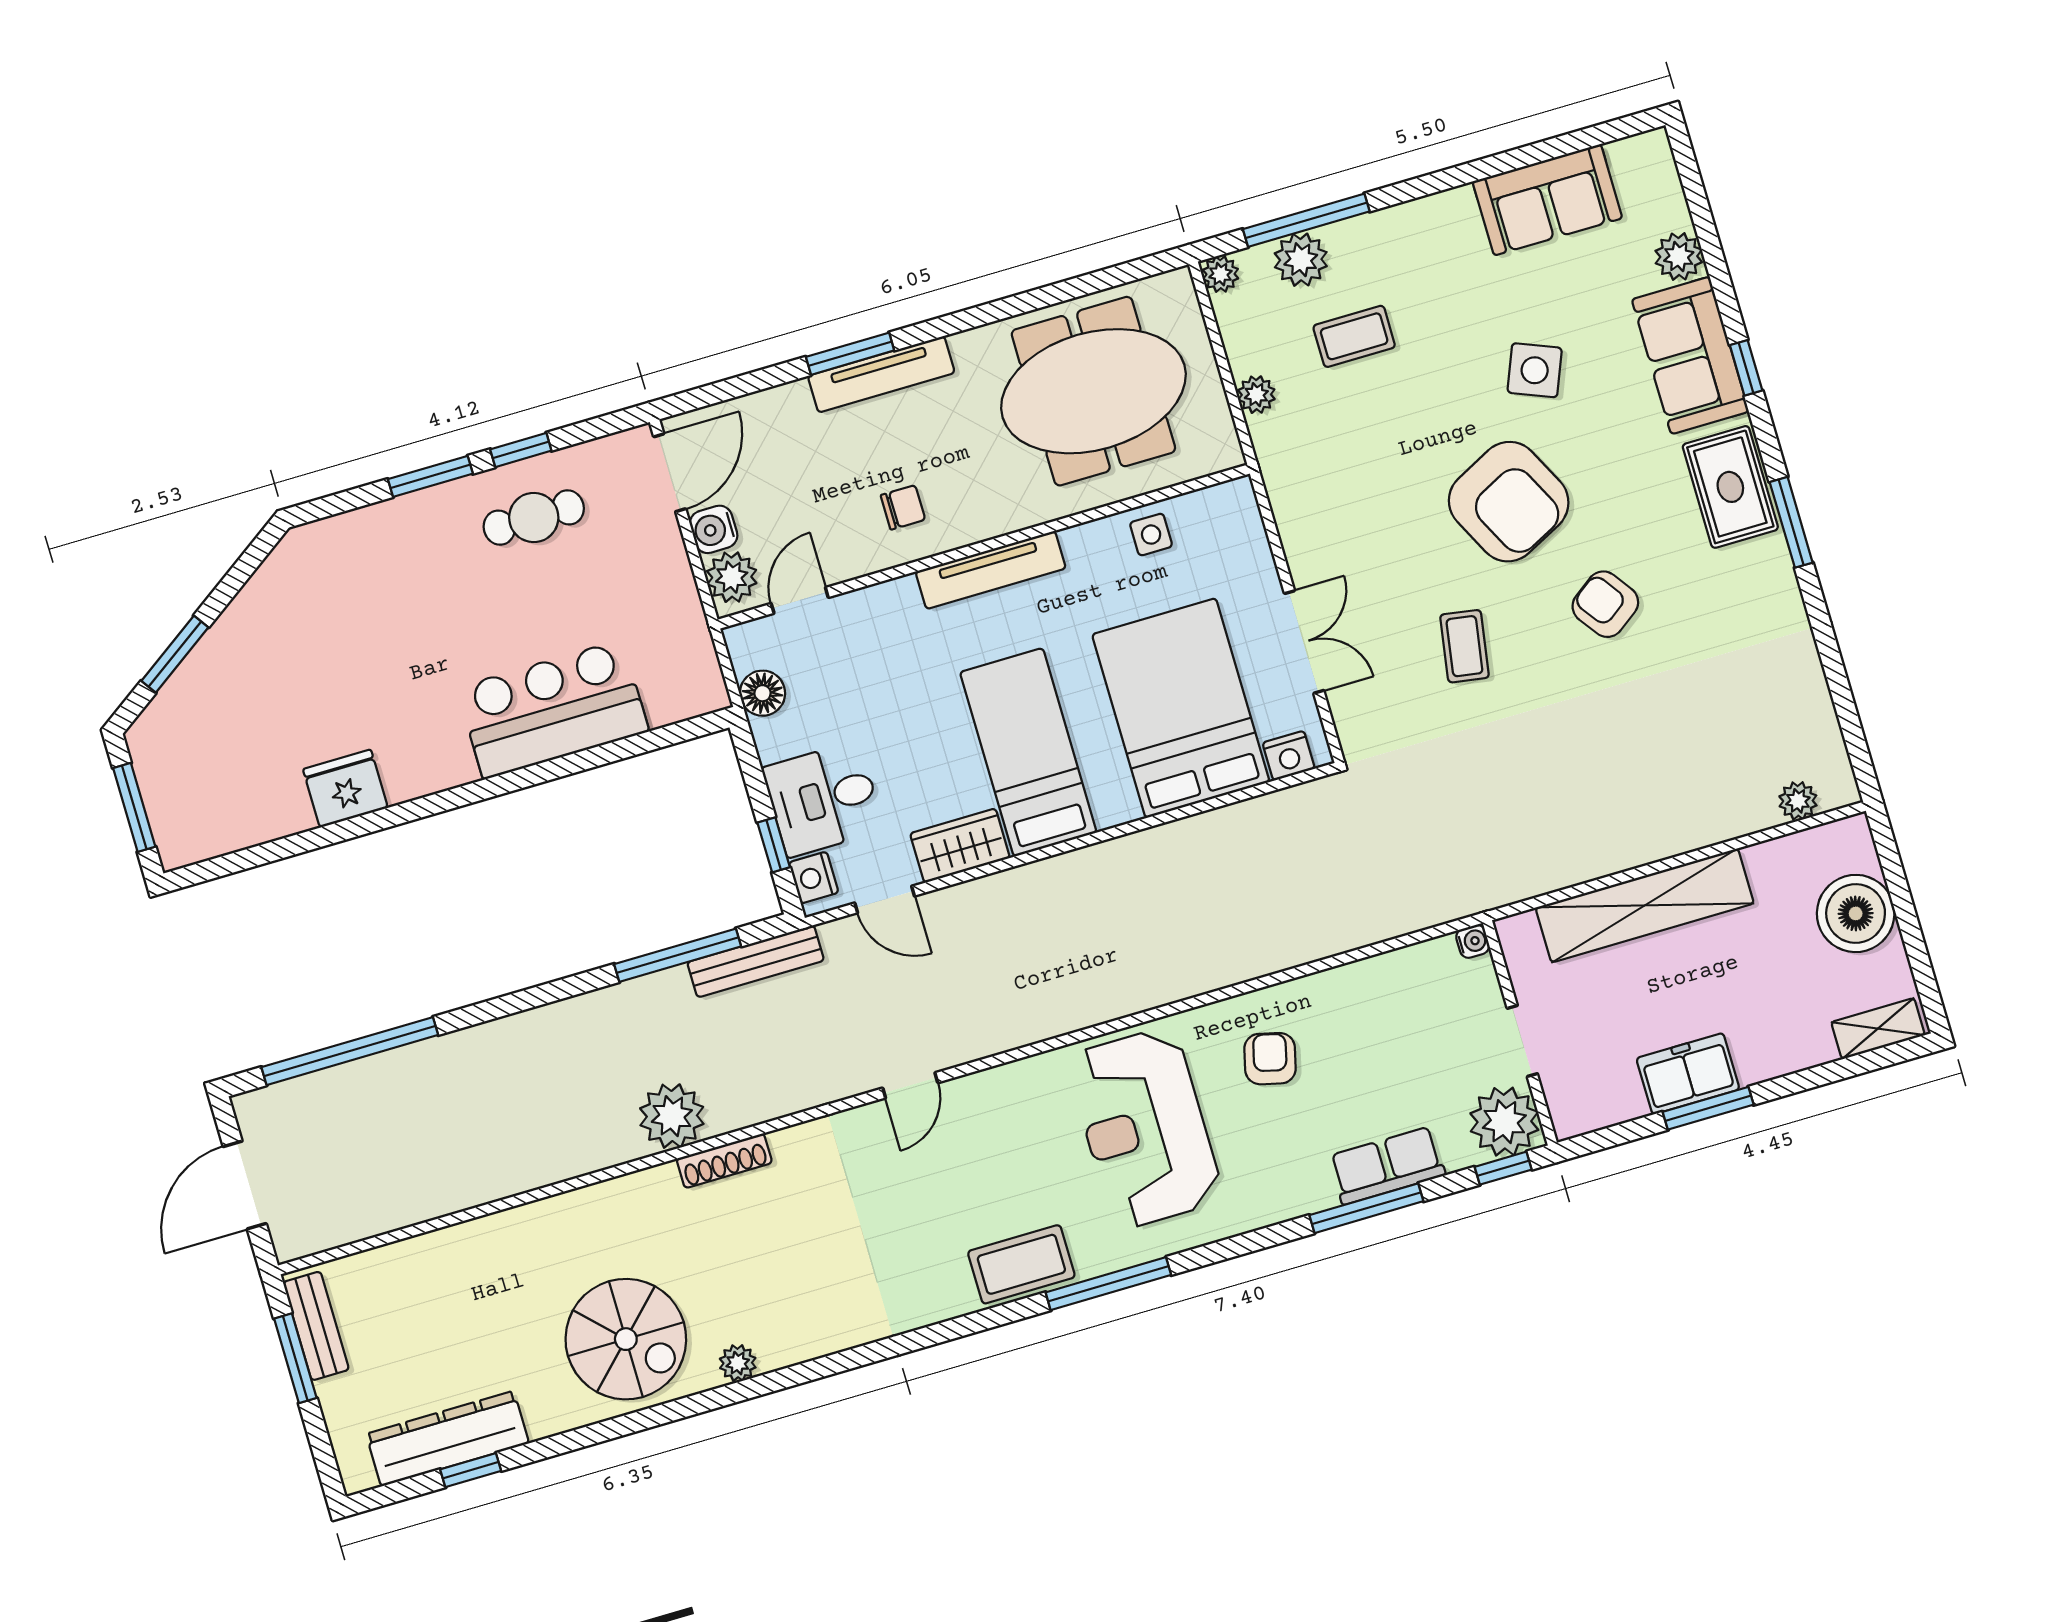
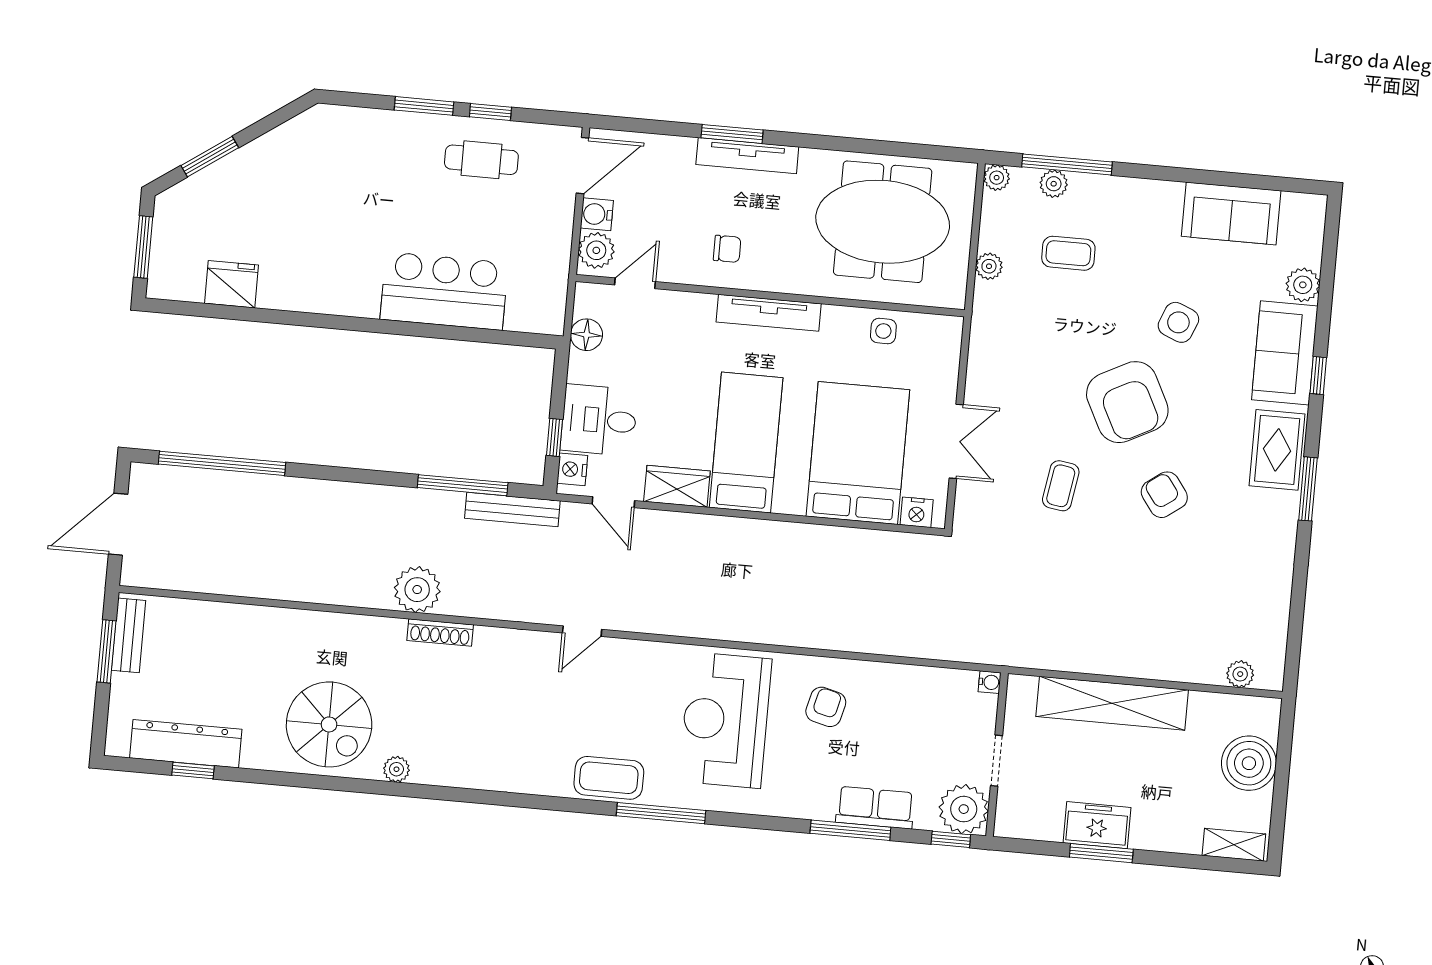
plant: (1301, 260) -> (1054, 184), width x0.73, depth x0.73
fridge: (345, 788) -> (232, 284), moved

